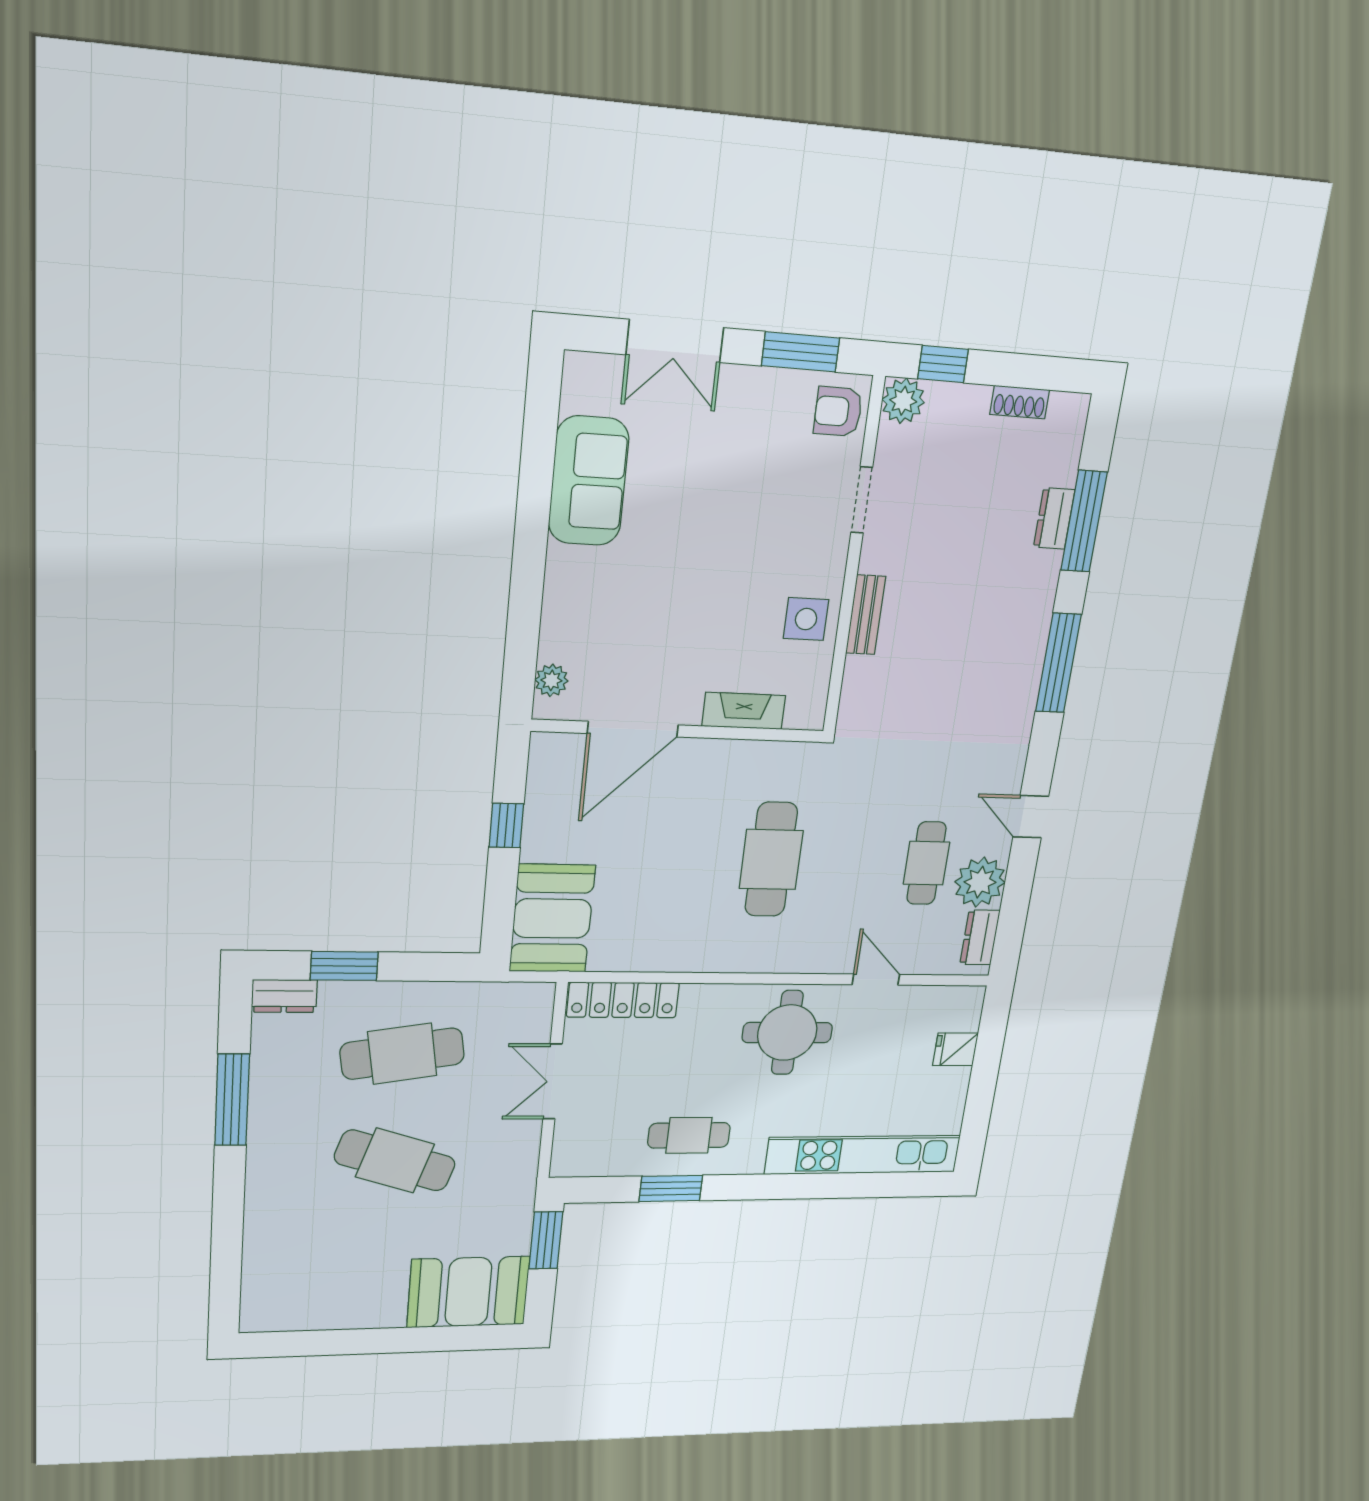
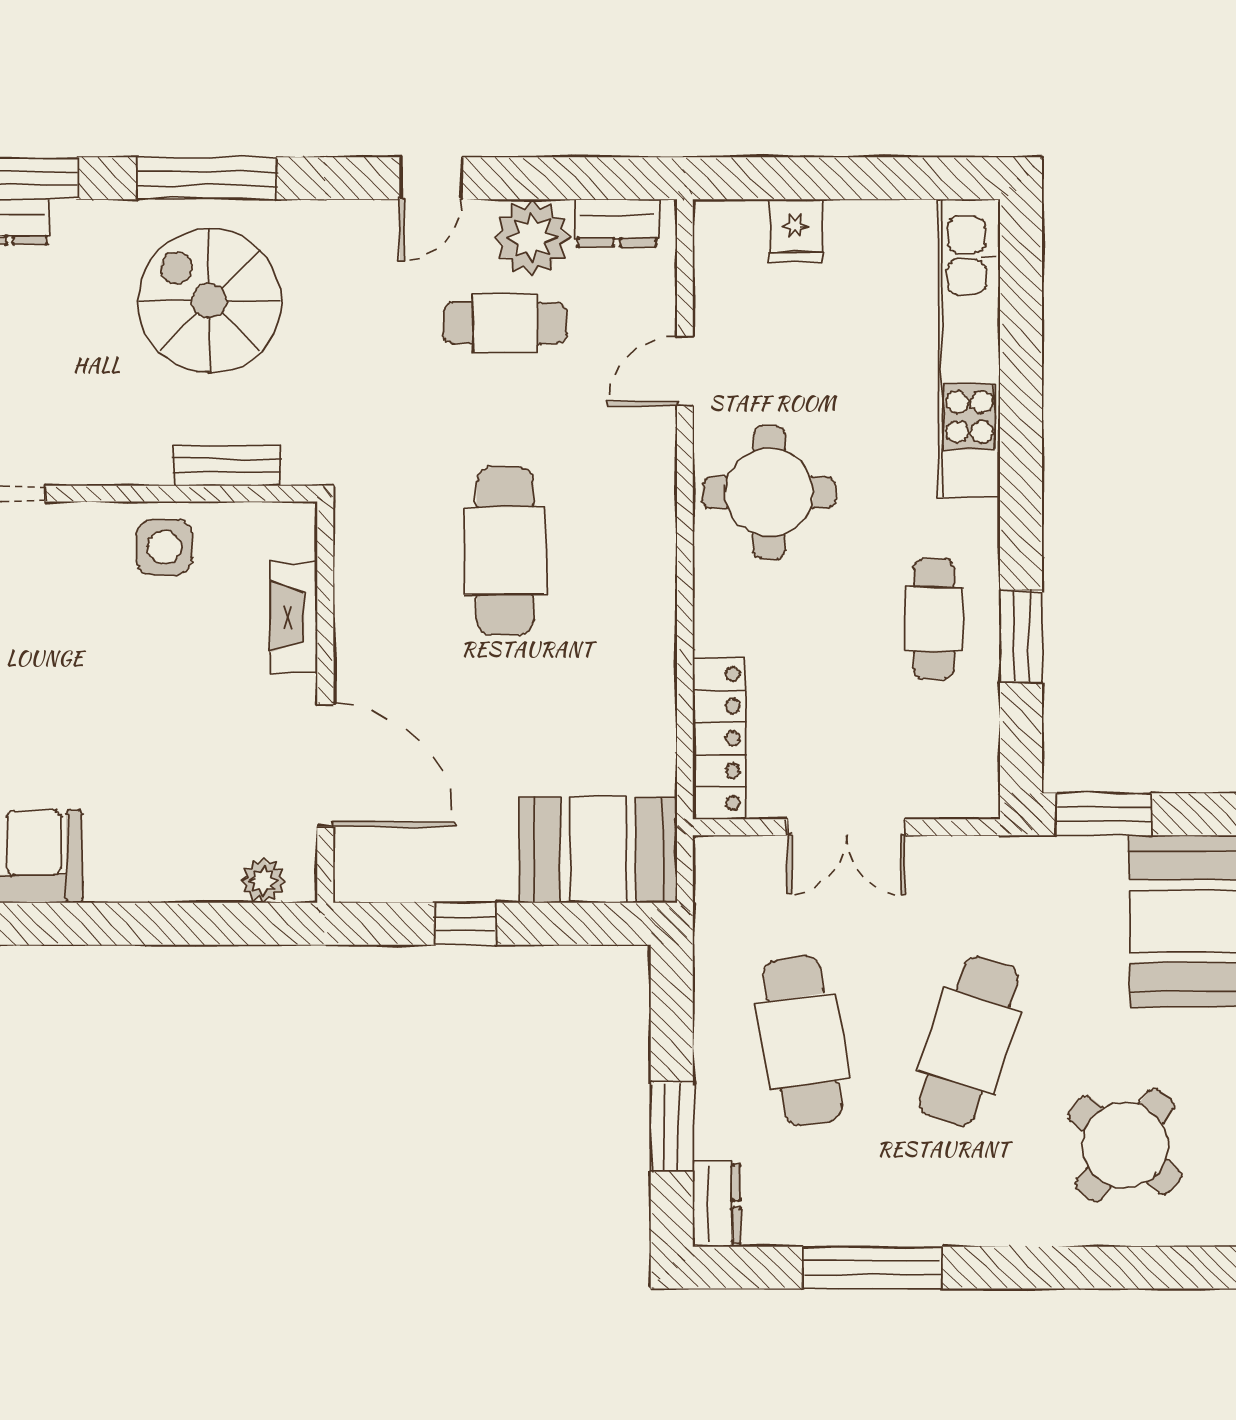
bench: (866, 615) -> (227, 465), moved
spiral stairs: (975, 660) -> (209, 301), added
cafe table: (771, 860) -> (505, 551), turned 90
round table: (314, 1259) -> (1125, 1145), added

